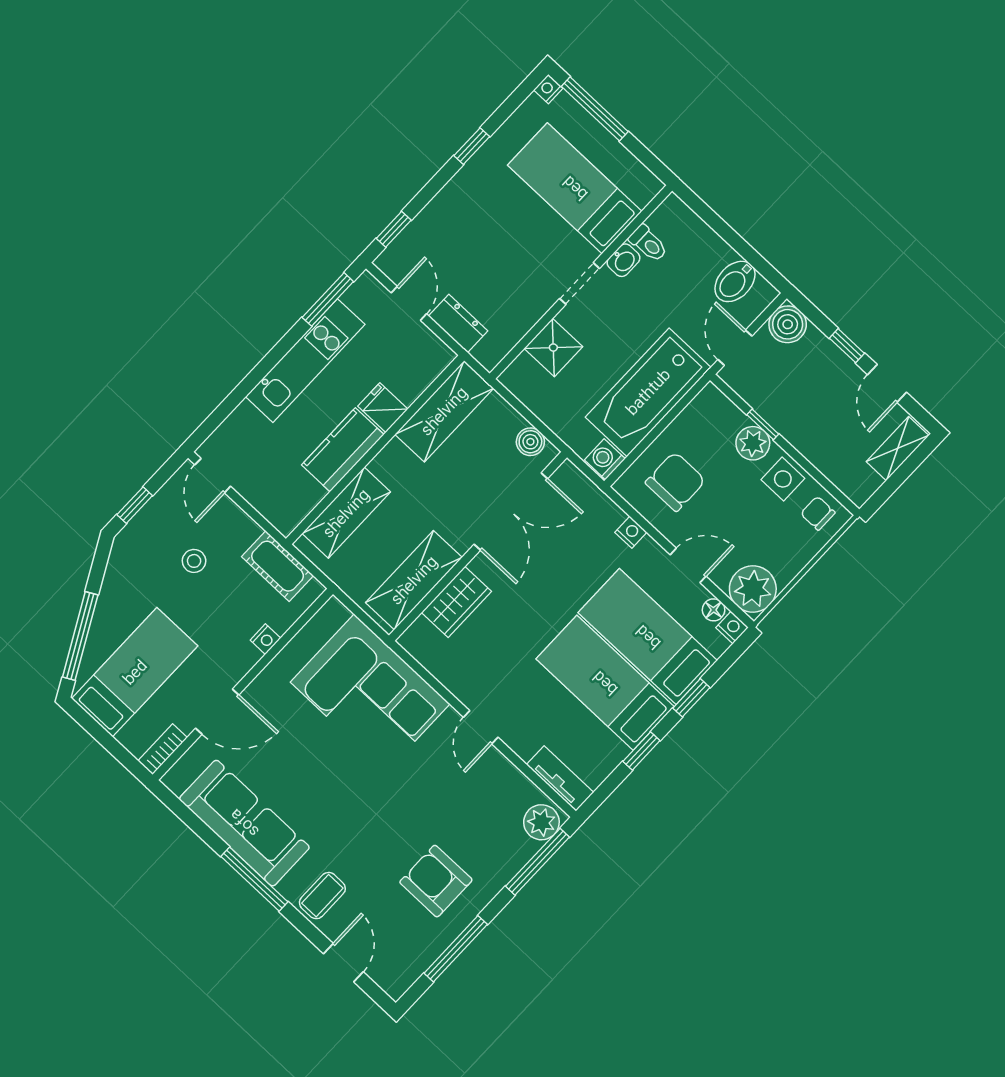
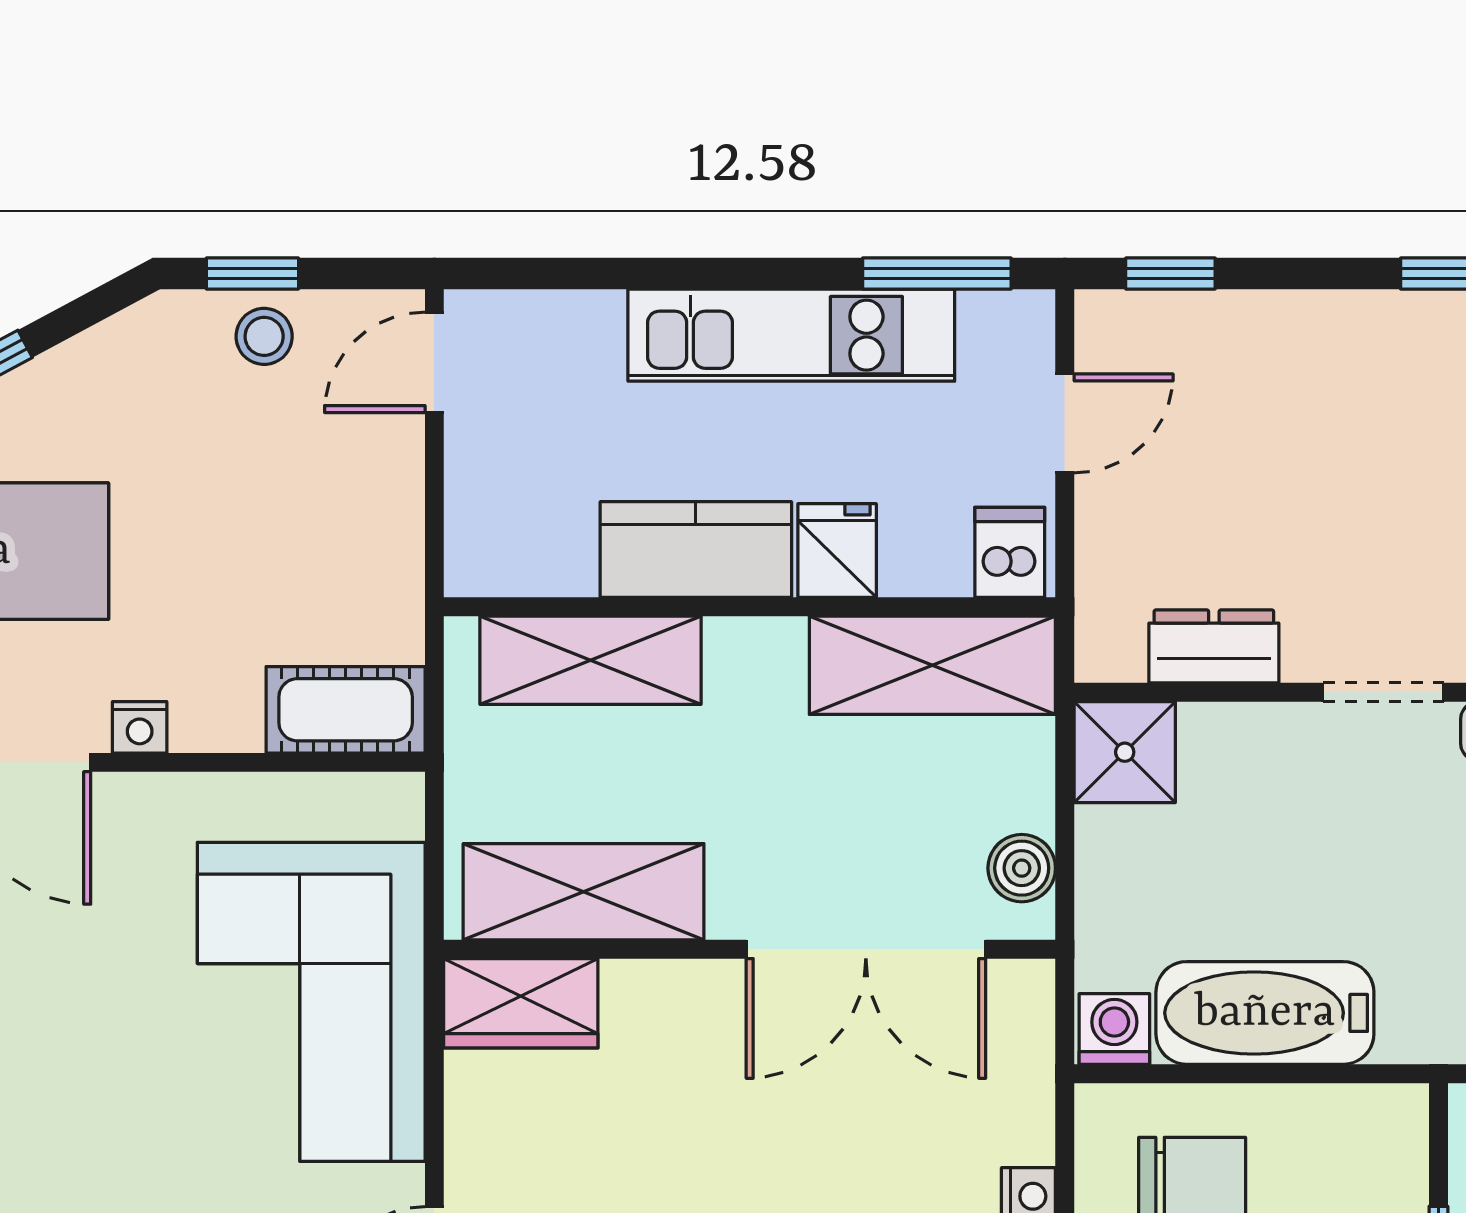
dresser: (458, 323) -> (1214, 646), moved, turned -90
shower: (553, 348) -> (1125, 752), moved
dishwasher: (432, 356) -> (1010, 552), added
bathtub: (648, 392) -> (1265, 1013), width x0.73, depth x0.73
stool: (194, 561) -> (264, 336), moved
cot: (278, 566) -> (346, 710), moved, turned 90
wardrobe: (456, 602) -> (521, 1003), moved
nightstand: (265, 639) -> (140, 727), moved

